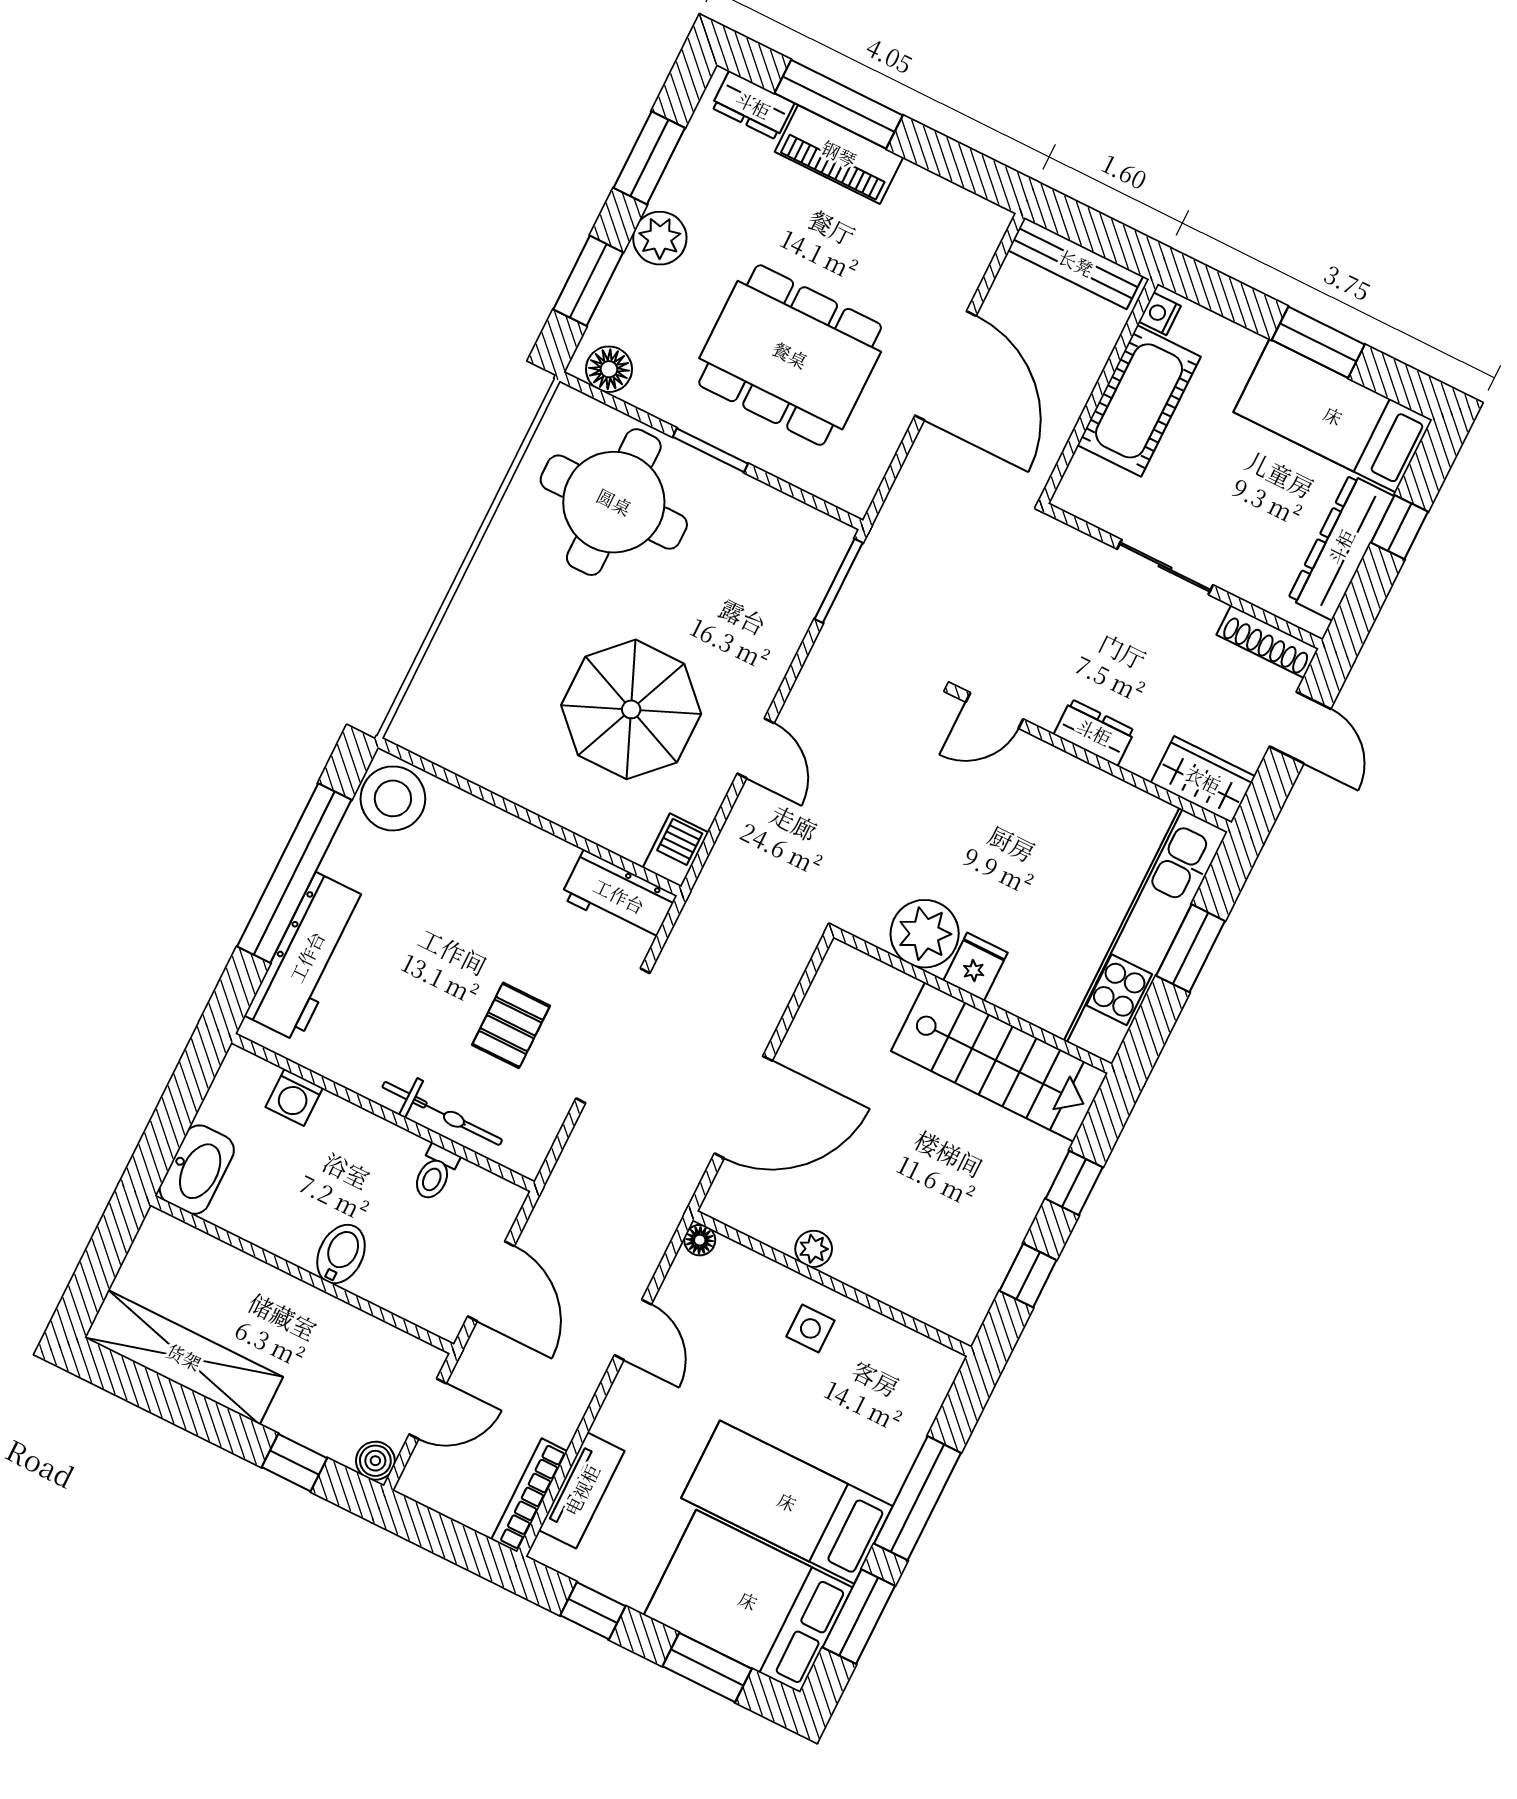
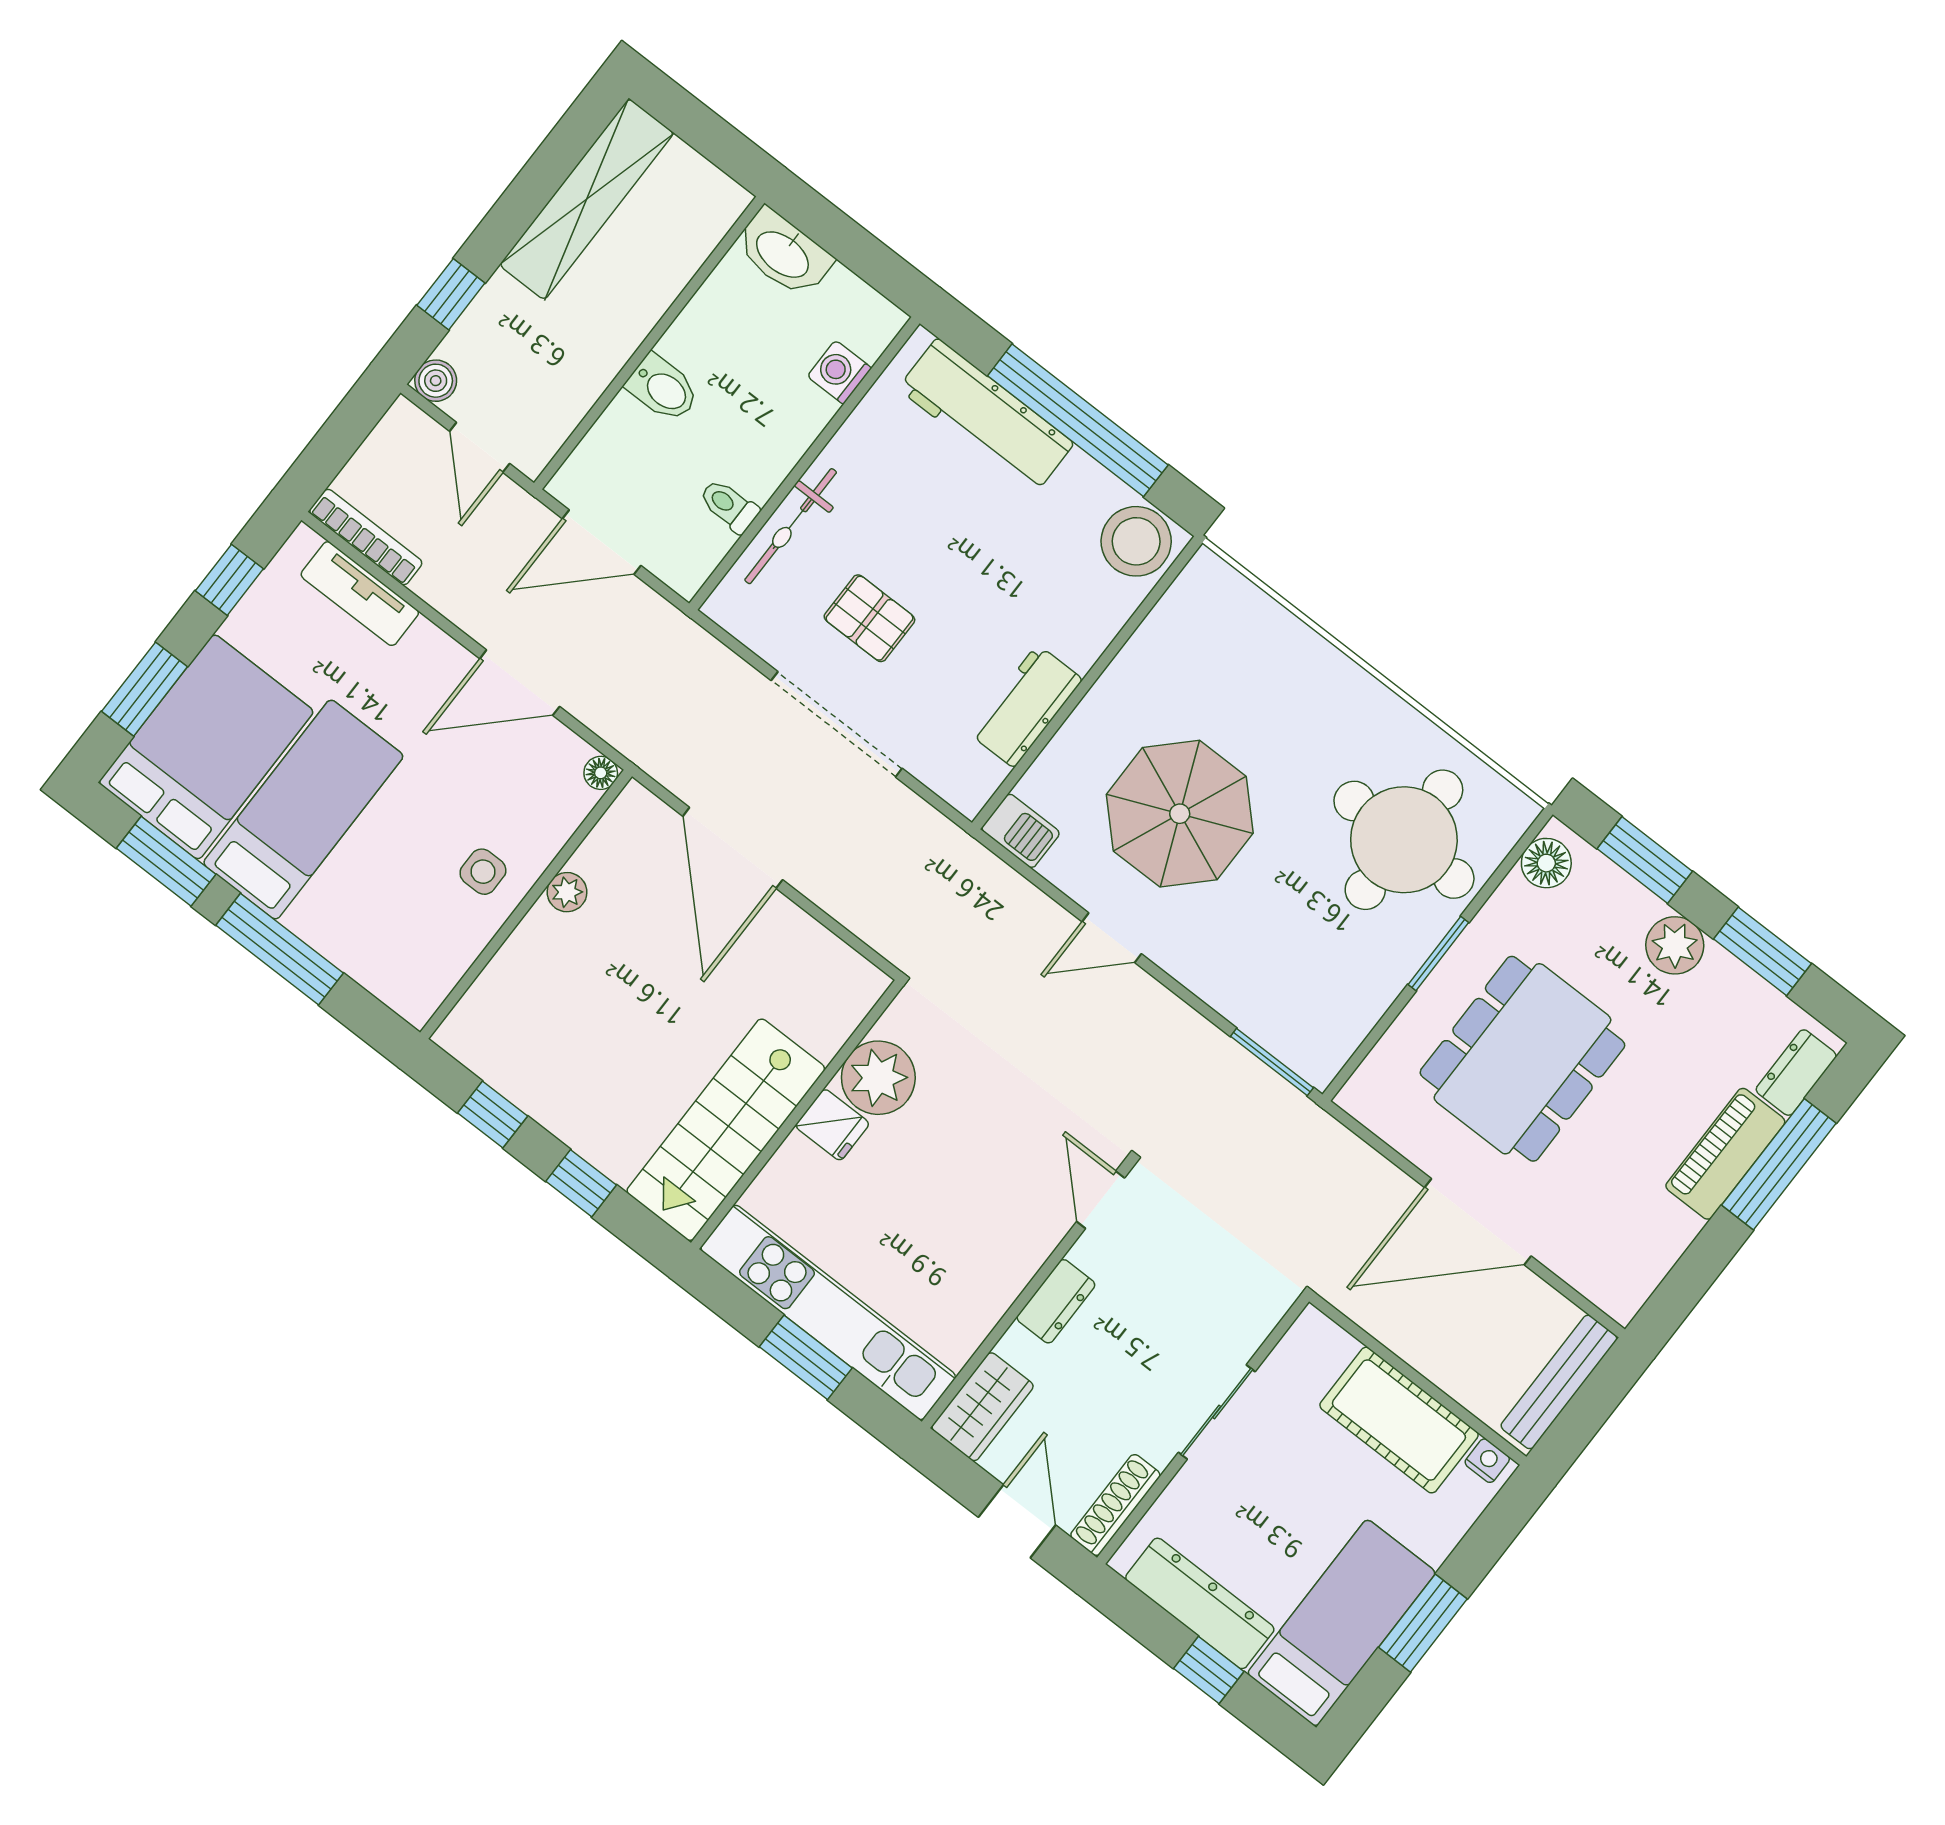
door: (1300, 728) -> (1017, 1521), swing flipped
workbench: (619, 896) -> (1026, 706), moved
door: (633, 1330) -> (520, 683), width x1.38

